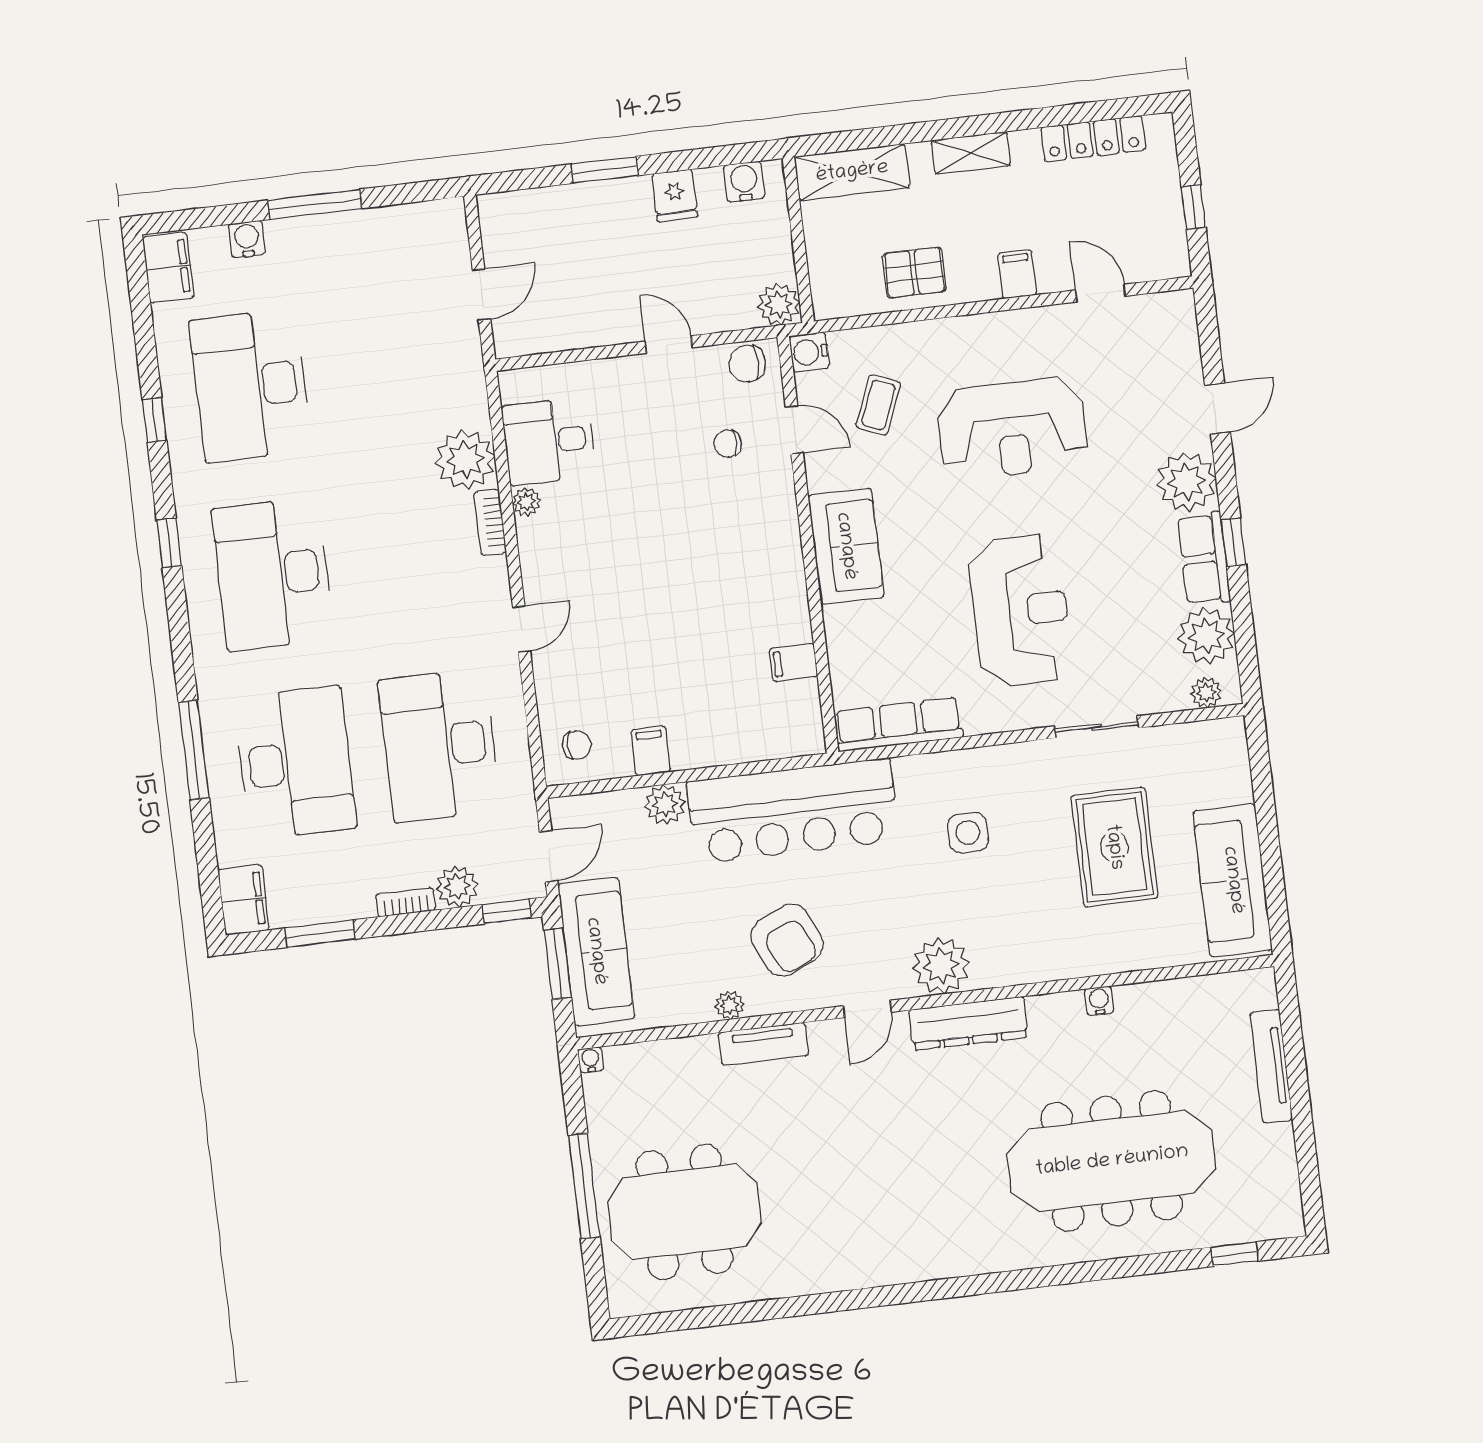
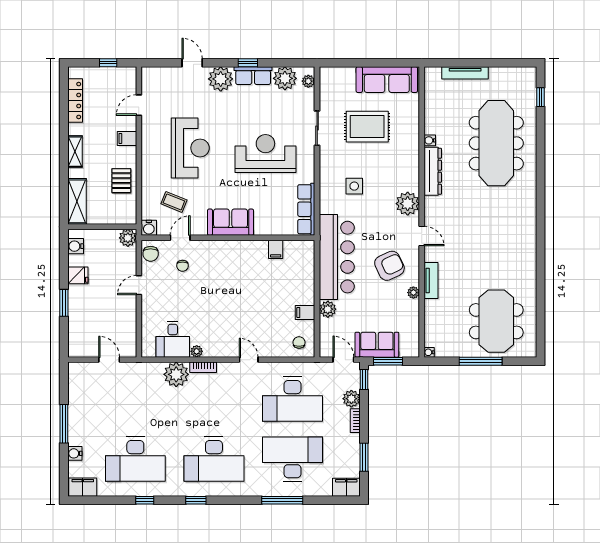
sofa: (596, 951) -> (377, 345), width x0.73
dresser: (969, 1023) -> (433, 171), moved

